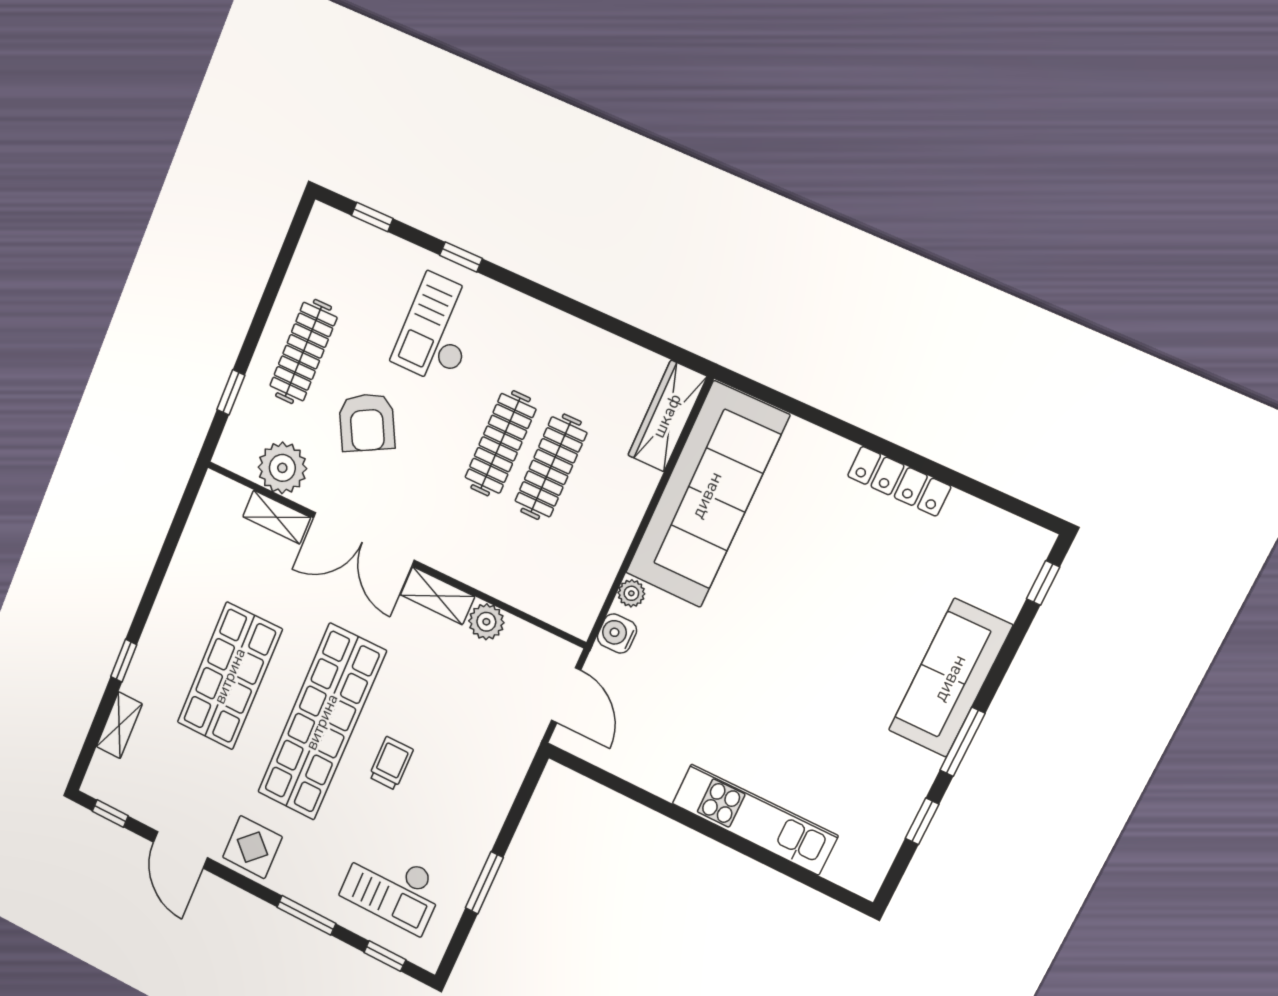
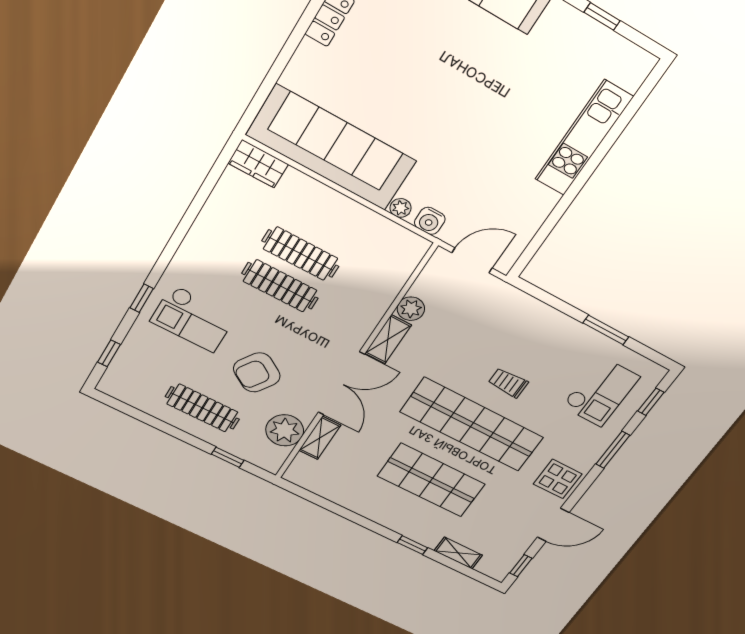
wardrobe: (667, 416) -> (258, 164), width x0.67
armchair: (367, 422) -> (257, 372), turned 151

